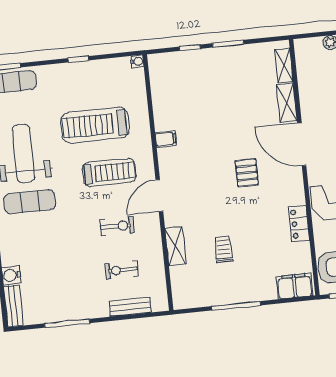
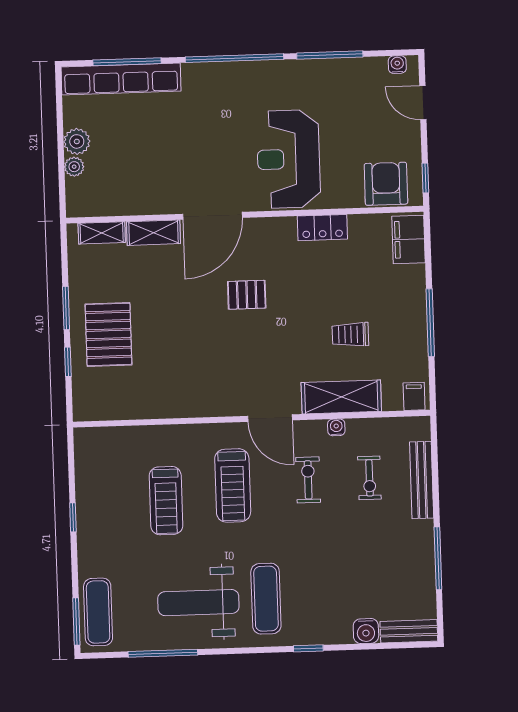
water cooler: (137, 61) -> (336, 427), moved
pallet: (211, 76) -> (109, 334), added
treadmill: (95, 125) -> (166, 501), width x0.73, depth x0.73
filing cabinet: (166, 139) -> (414, 396), moved
treadmill: (109, 172) -> (233, 485), turned 180
shelving: (175, 246) -> (341, 397), width x1.50, depth x1.33
bench: (130, 307) -> (422, 480), width x1.36

